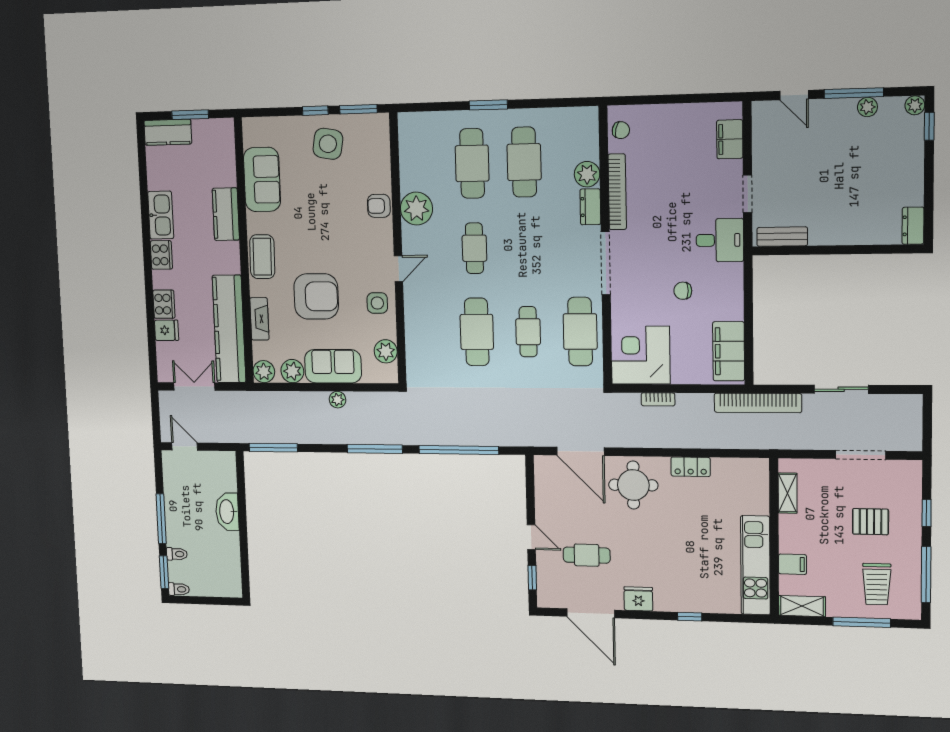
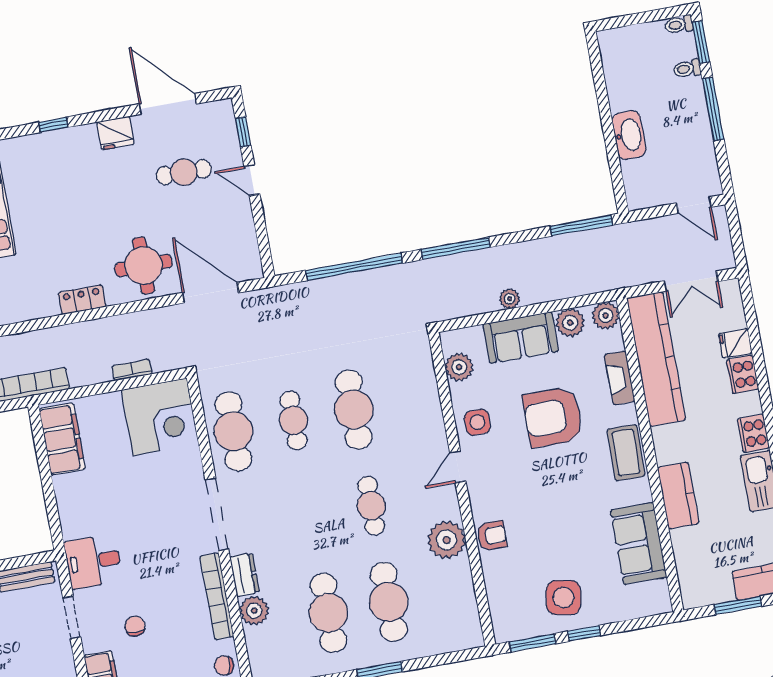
chair: (683, 291) -> (135, 626), moved, turned -90

